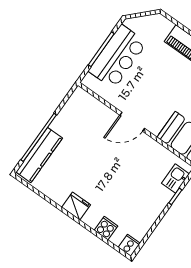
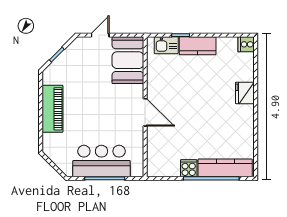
kitchen counter: (157, 204) -> (198, 46), added
fridge: (76, 206) -> (245, 93), moved
cooker: (106, 228) -> (189, 168), moved, turned 90

